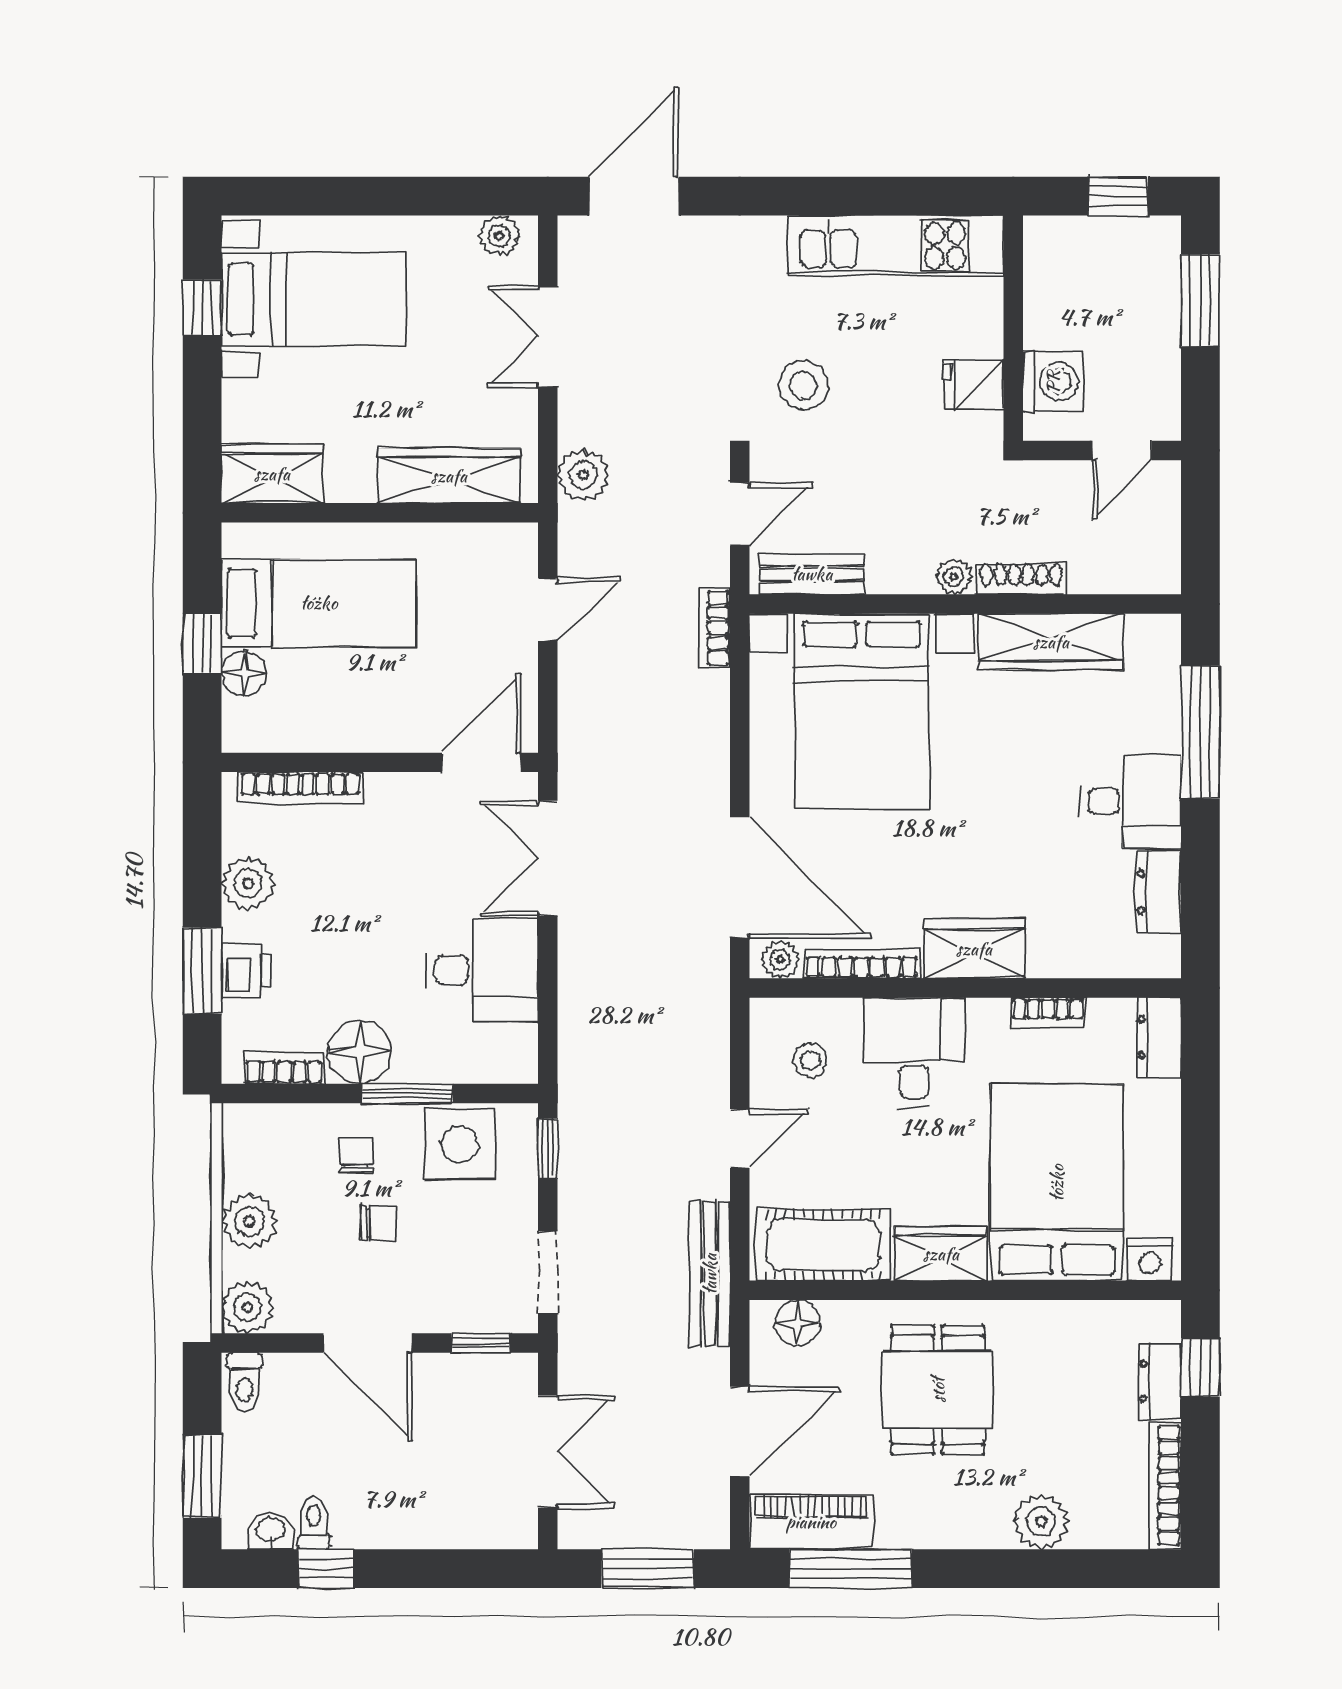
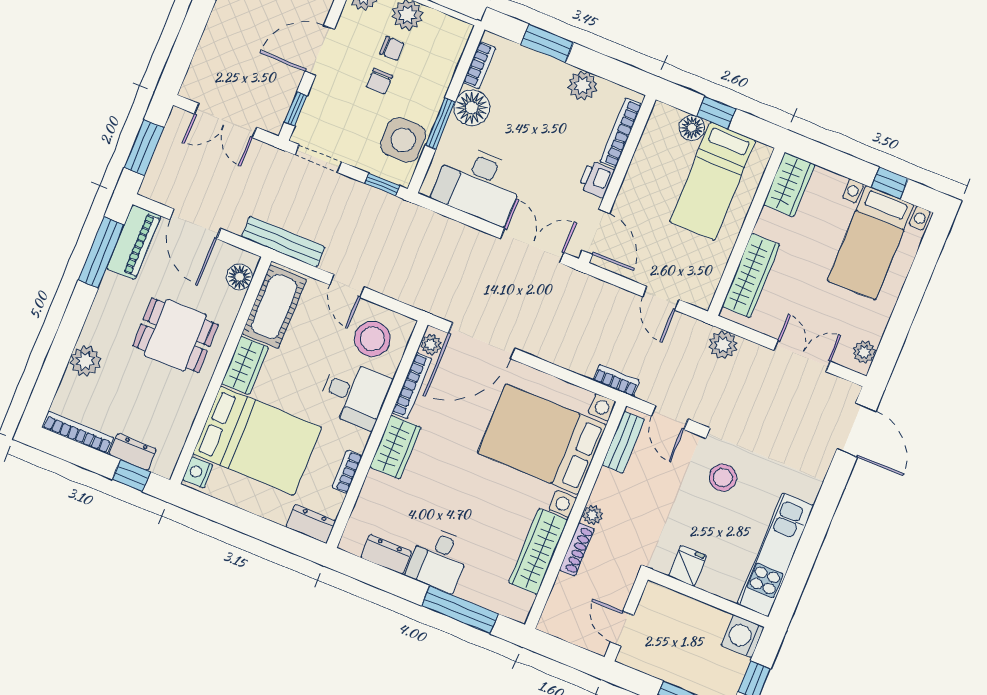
washing machine: (1053, 382) -> (743, 636), moved, turned 90
printer: (246, 970) -> (596, 179), moved, turned 90
desk: (482, 970) -> (478, 184), width x1.37
stool: (810, 1060) -> (372, 339), width x1.89, depth x1.89
chair: (356, 1156) -> (392, 48), moved

